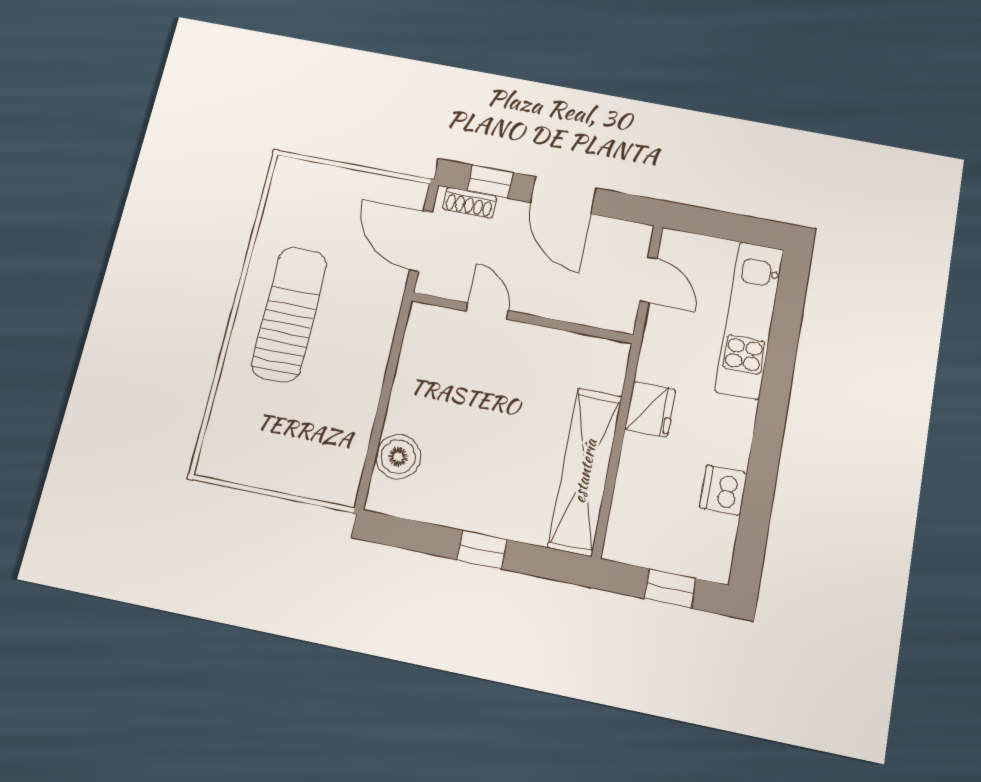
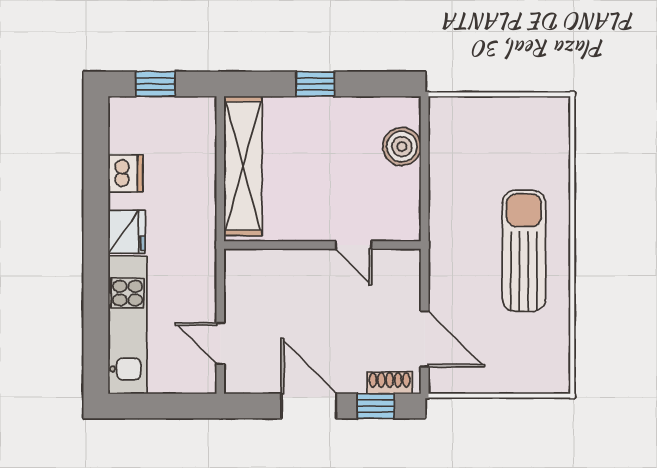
door: (487, 311) -> (354, 245), moved
sun lounger: (289, 314) -> (524, 251), turned 180
wall: (522, 318) -> (322, 245), moved
fridge: (650, 409) -> (127, 232), moved, turned 180

